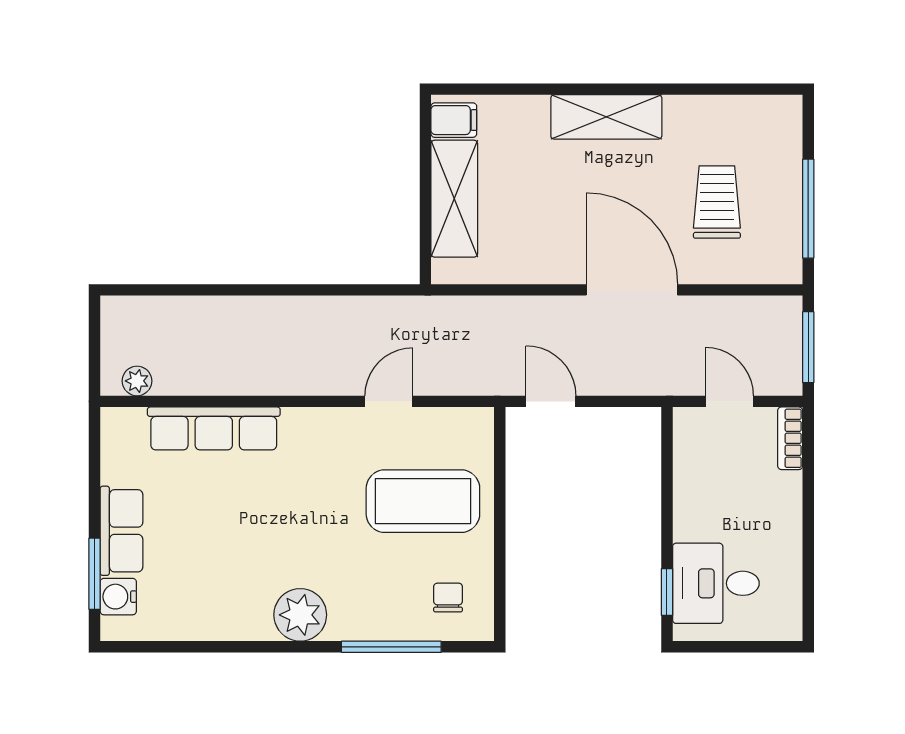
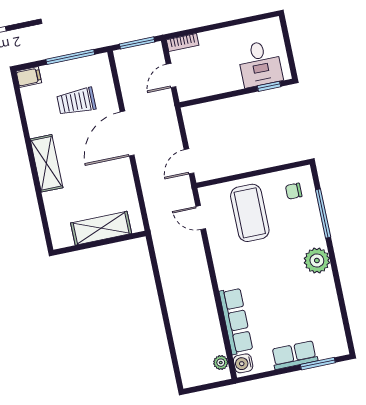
filing cabinet: (454, 120) -> (29, 77), moved, turned 90
door: (389, 401) -> (201, 218), moved
water cooler: (118, 597) -> (243, 363), moved, turned 90

